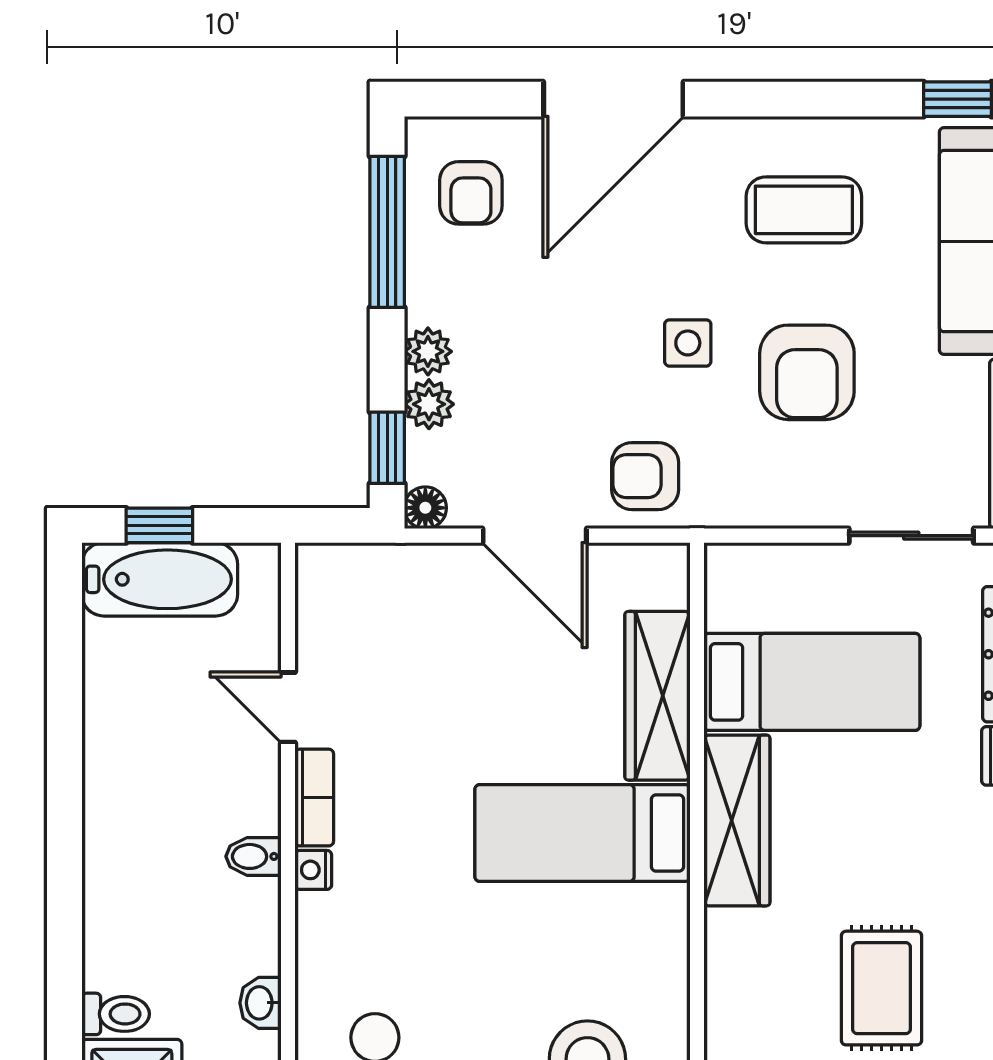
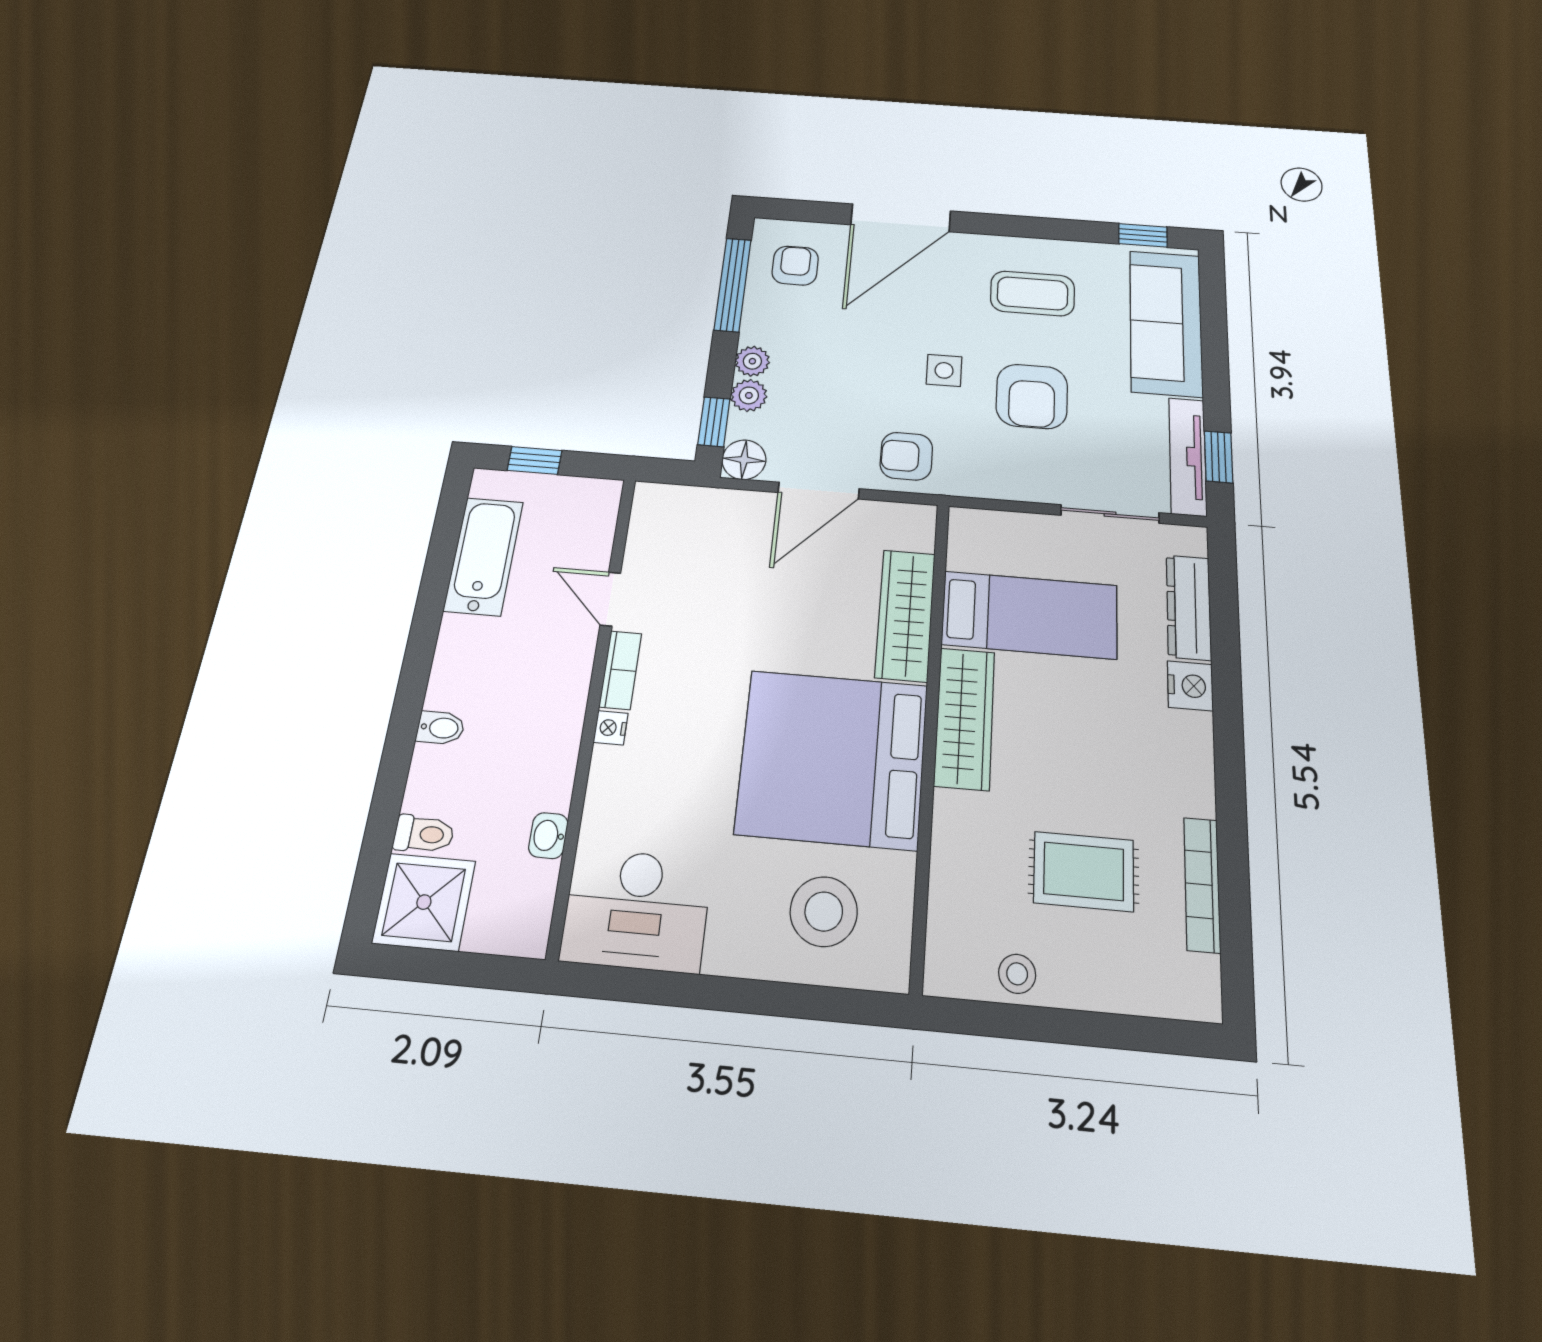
armchair: (471, 193) -> (795, 266), turned 180
floor lamp: (425, 508) -> (744, 460), width x1.37, depth x1.37
door: (535, 536) -> (819, 491), hinge flipped
bathtub: (160, 579) -> (484, 556), moved, turned -90
bed: (583, 833) -> (833, 759), width x2.04
bidet: (253, 856) -> (441, 728), moved, turned 180
rug: (881, 988) -> (1084, 871), turned 90

